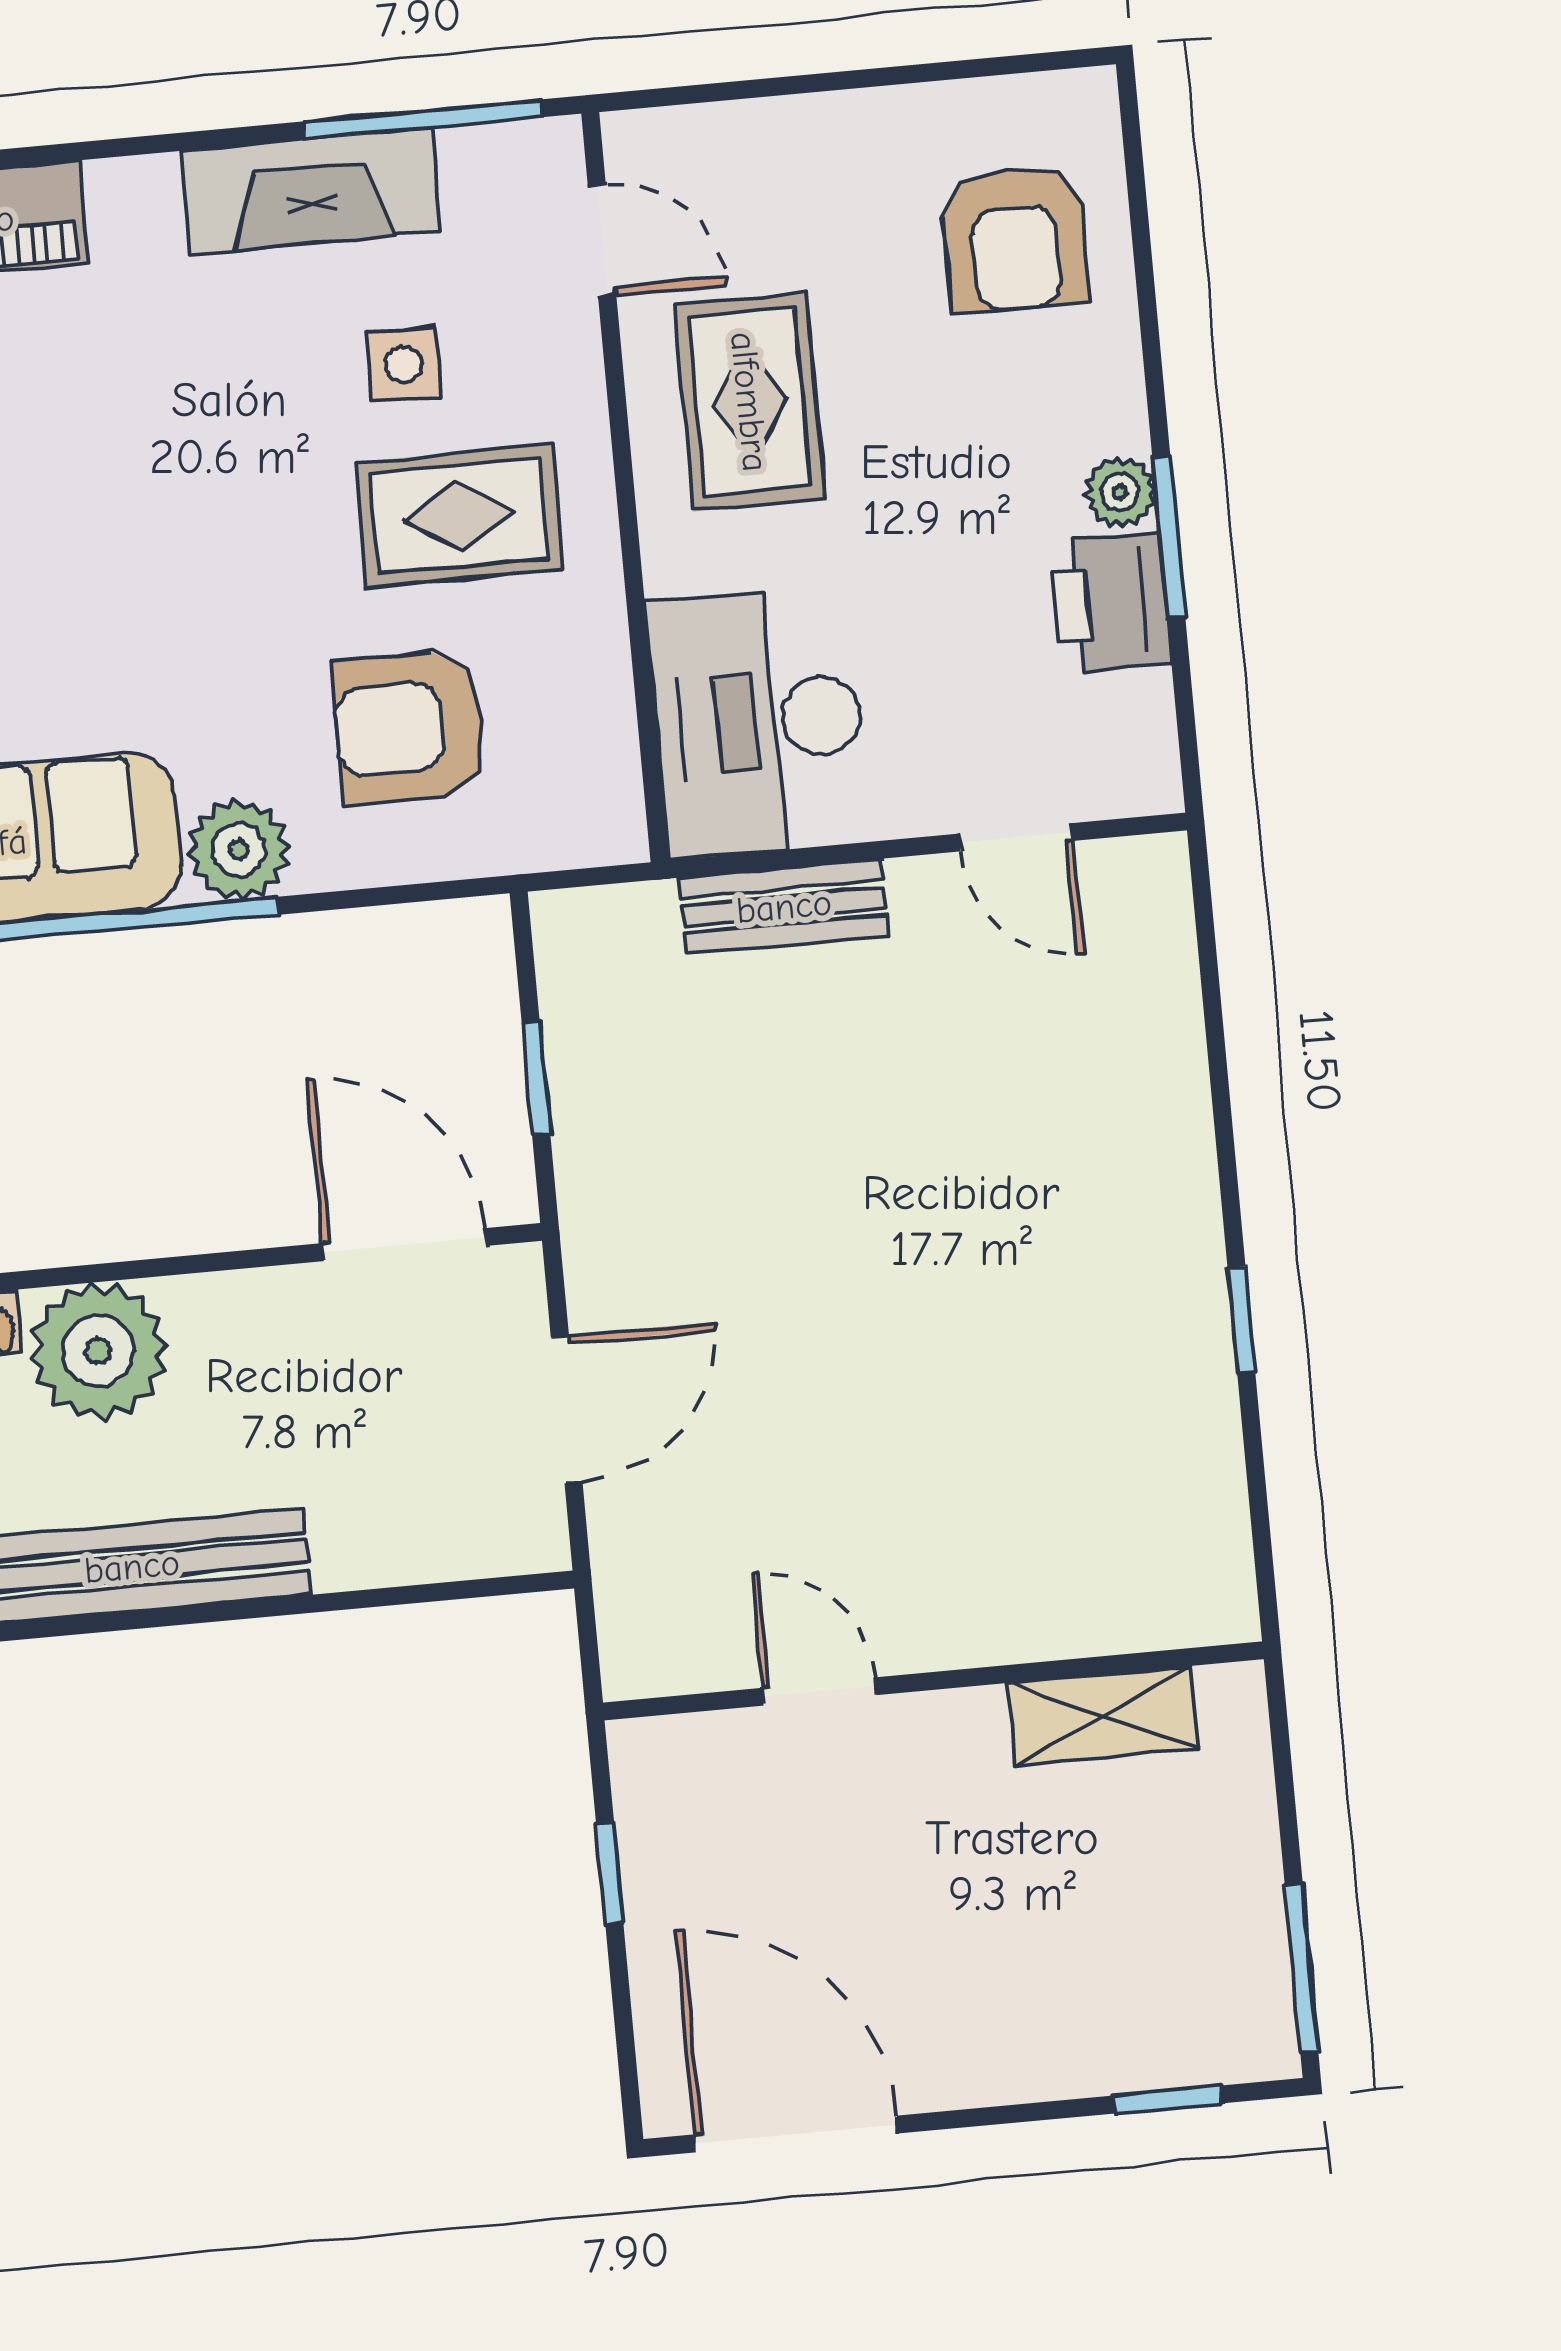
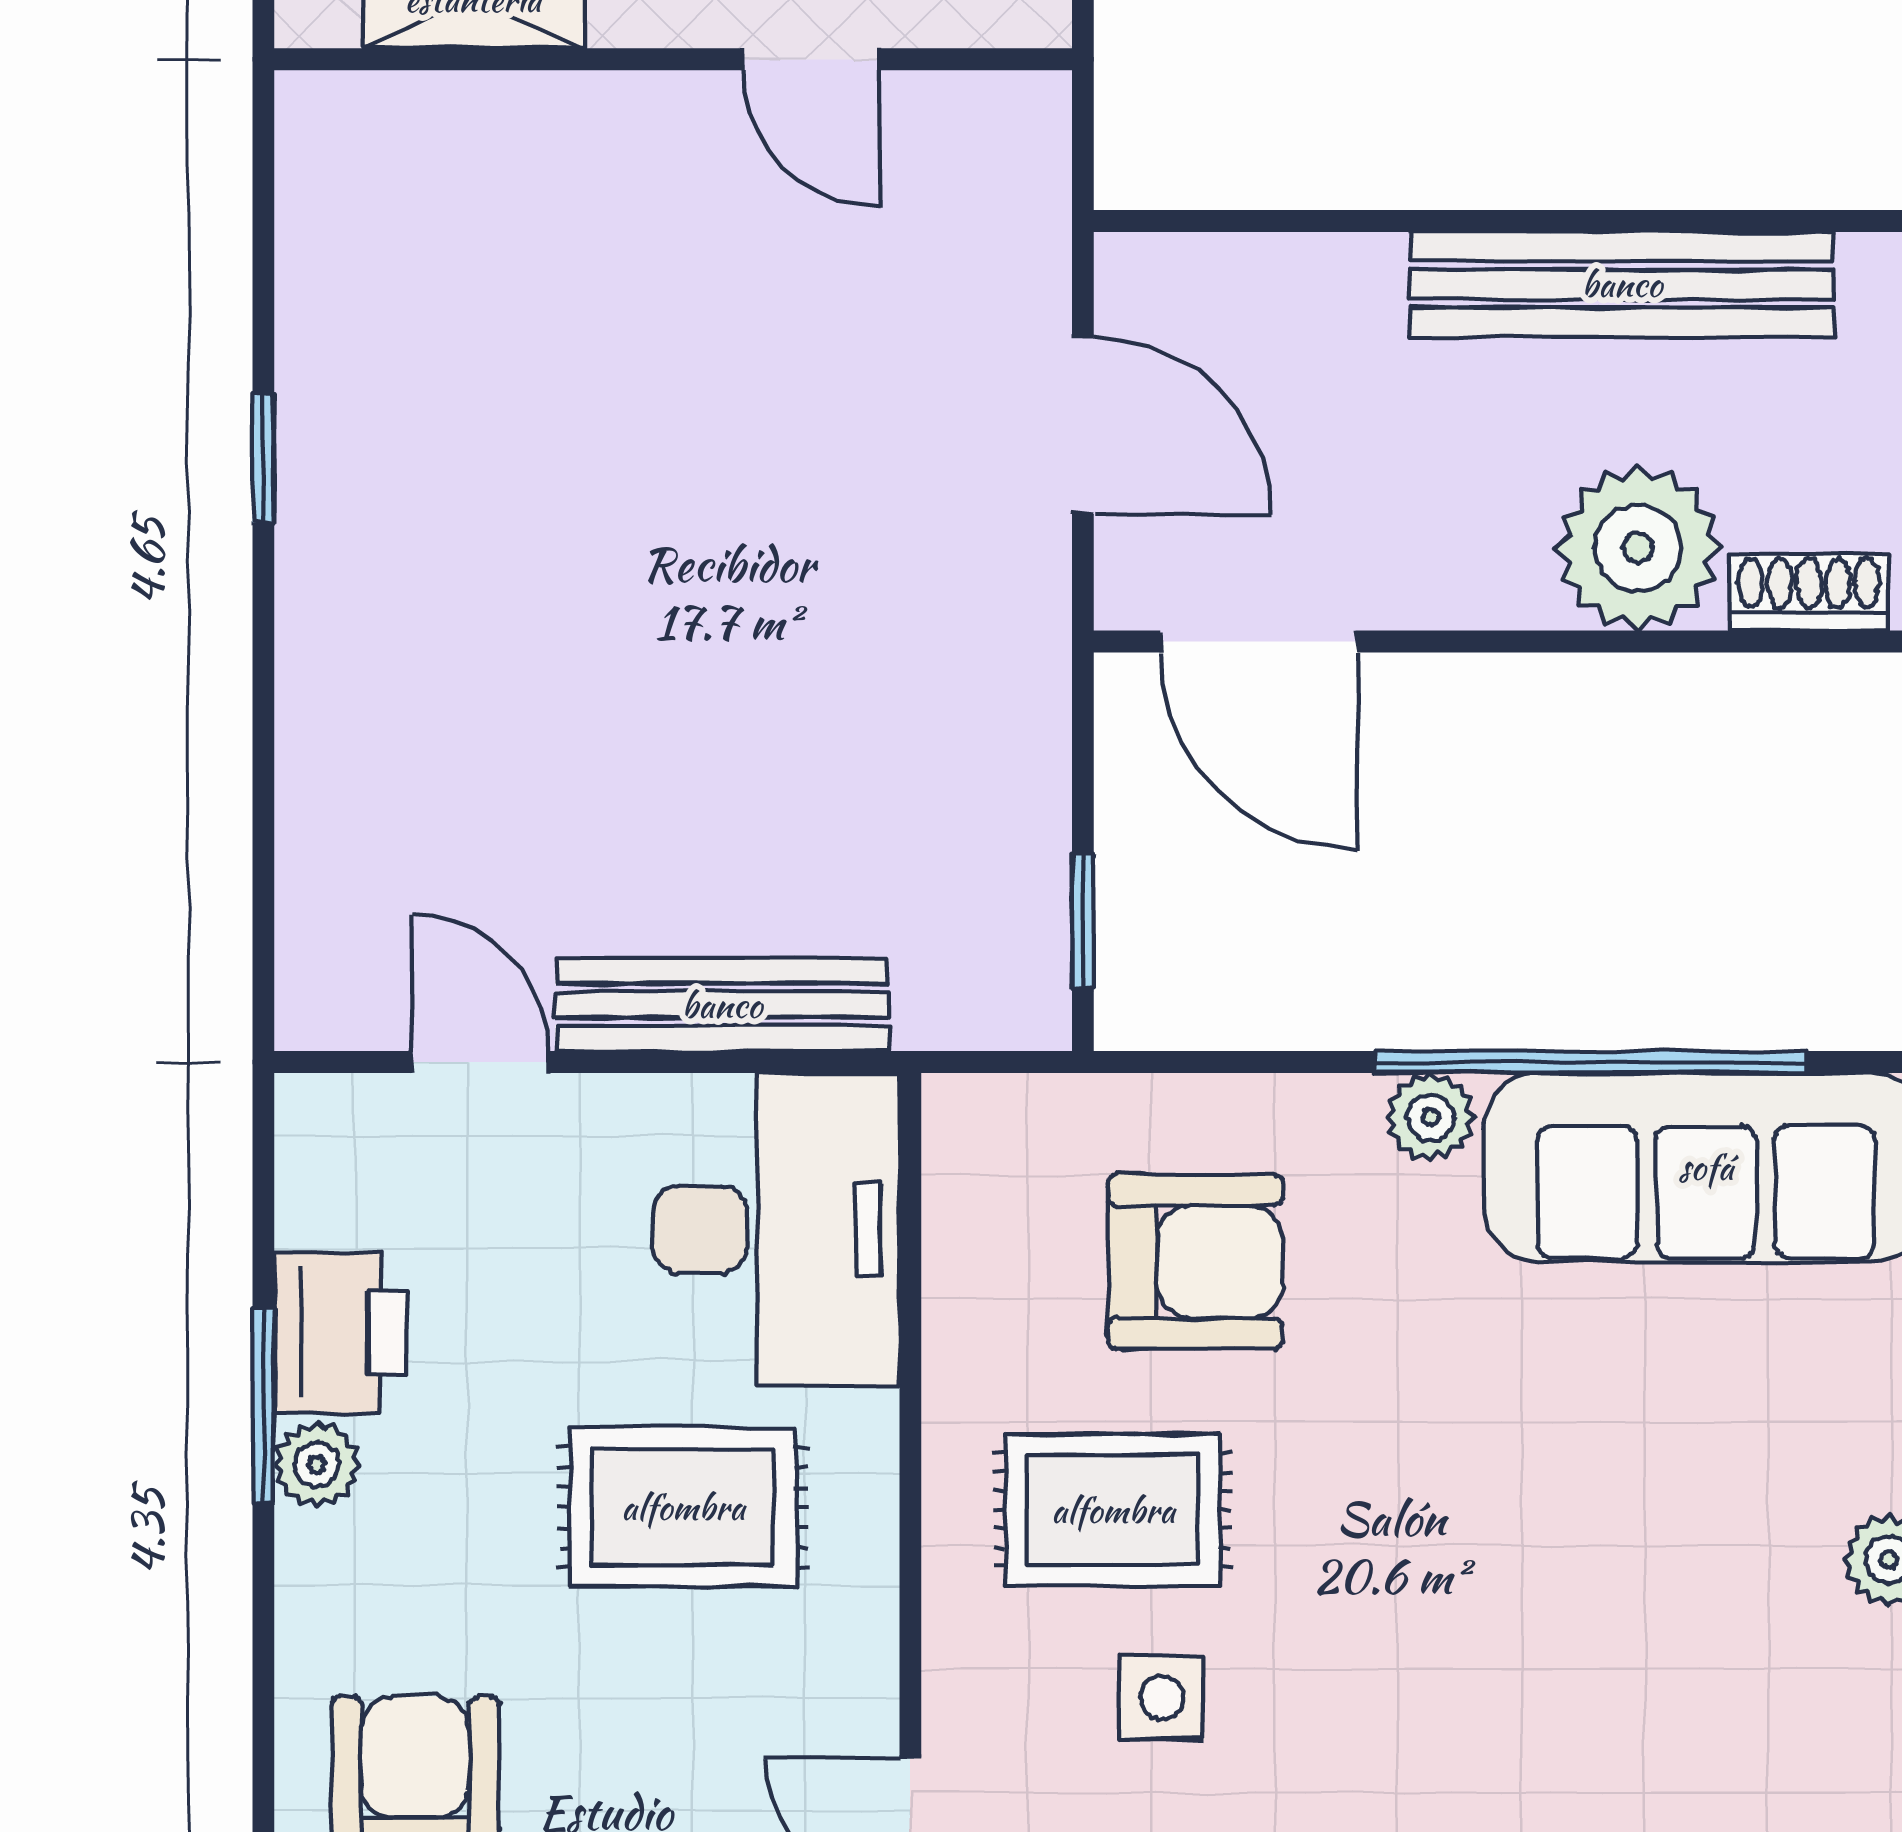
rug: (749, 402) -> (683, 1507), moved, turned 90
plant: (239, 850) -> (1431, 1117), width x0.73, depth x0.73
bench: (784, 907) -> (722, 1005), width x1.36
window: (536, 1078) -> (1083, 921), moved
door: (567, 1409) -> (1083, 426), swing flipped

